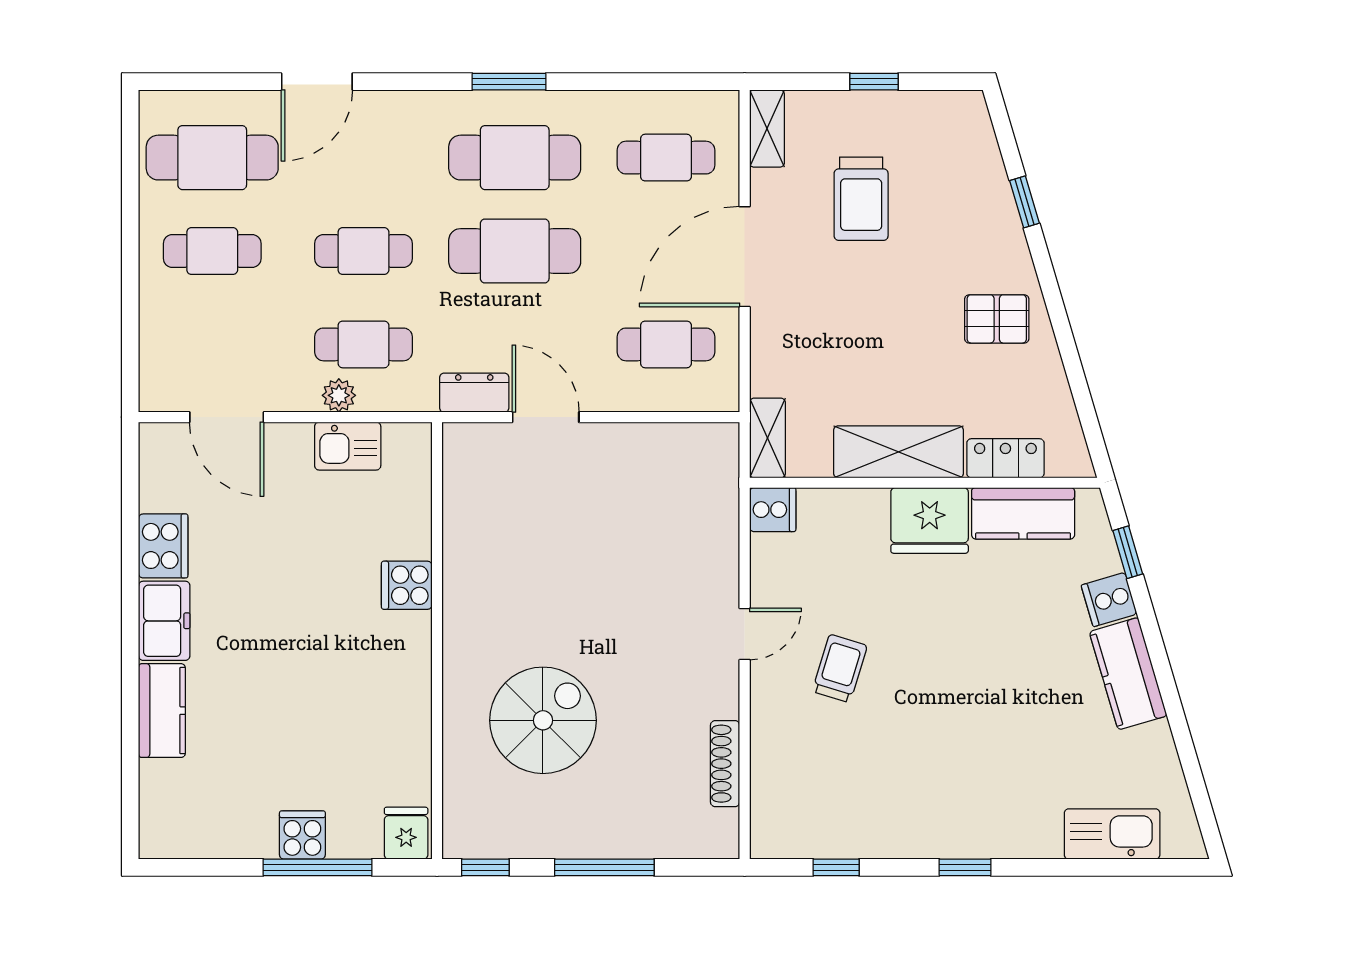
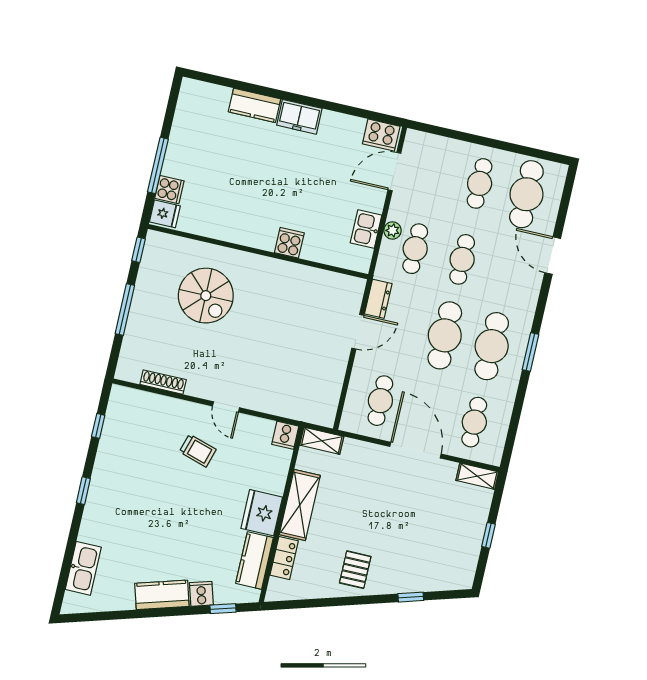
trolley: (861, 199) -> (431, 515), removed
cooker: (163, 546) -> (381, 135), moved
cooker: (302, 835) -> (169, 190), moved

